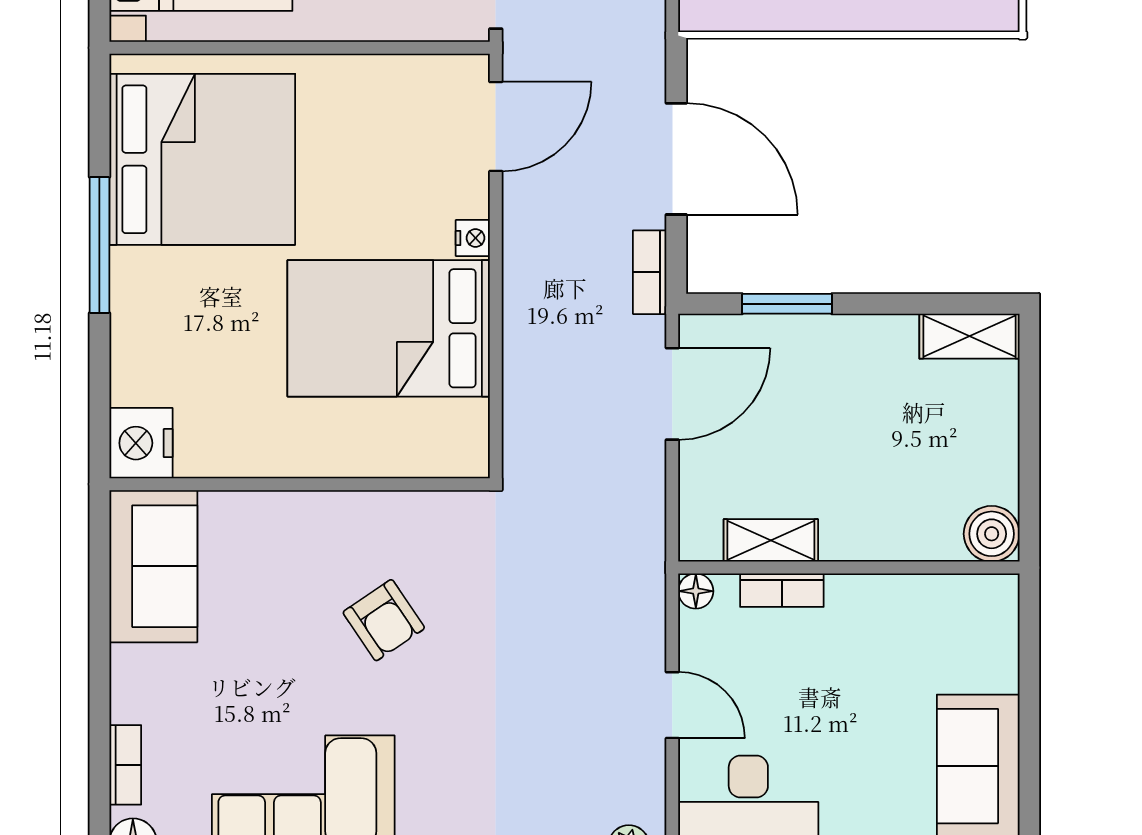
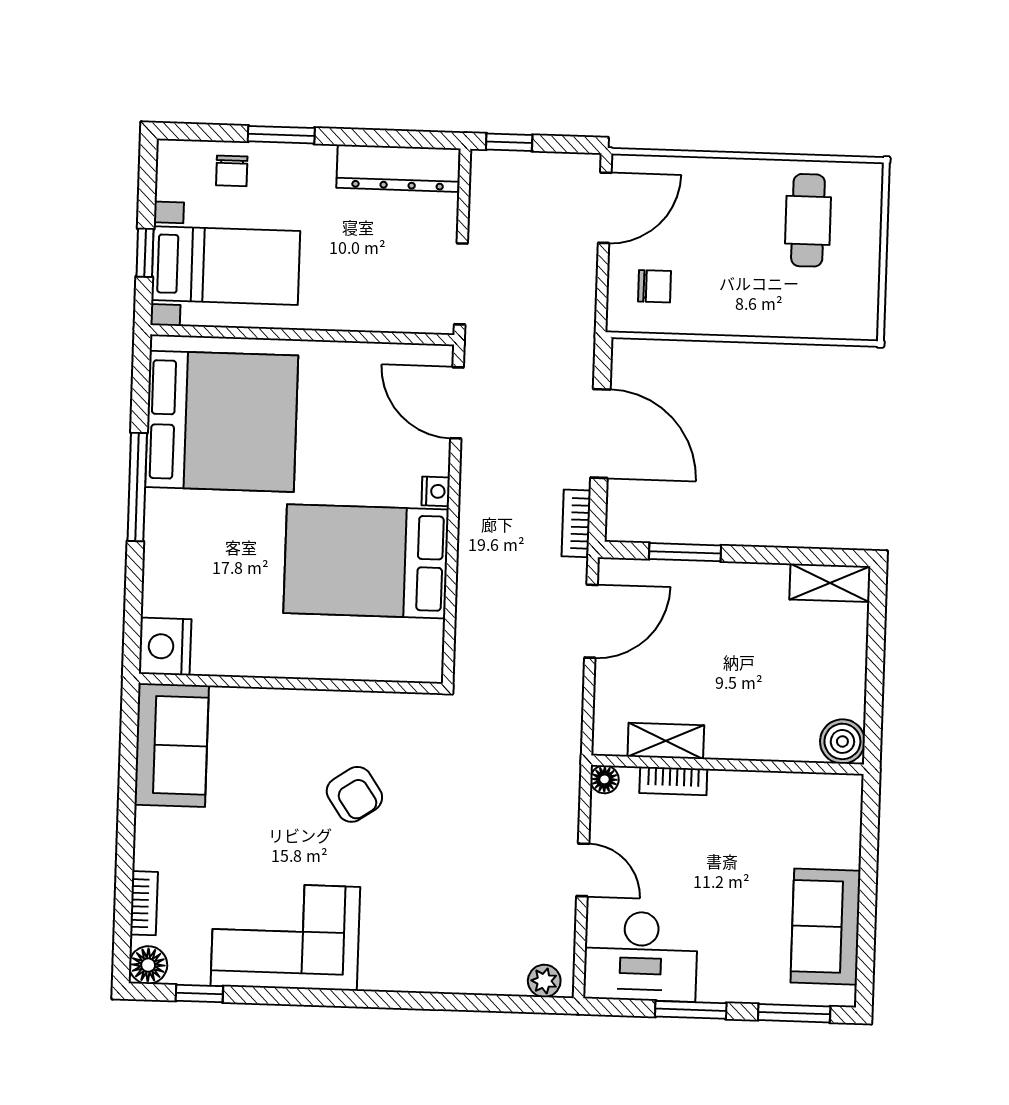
door: (496, 126) -> (457, 403), swing flipped

